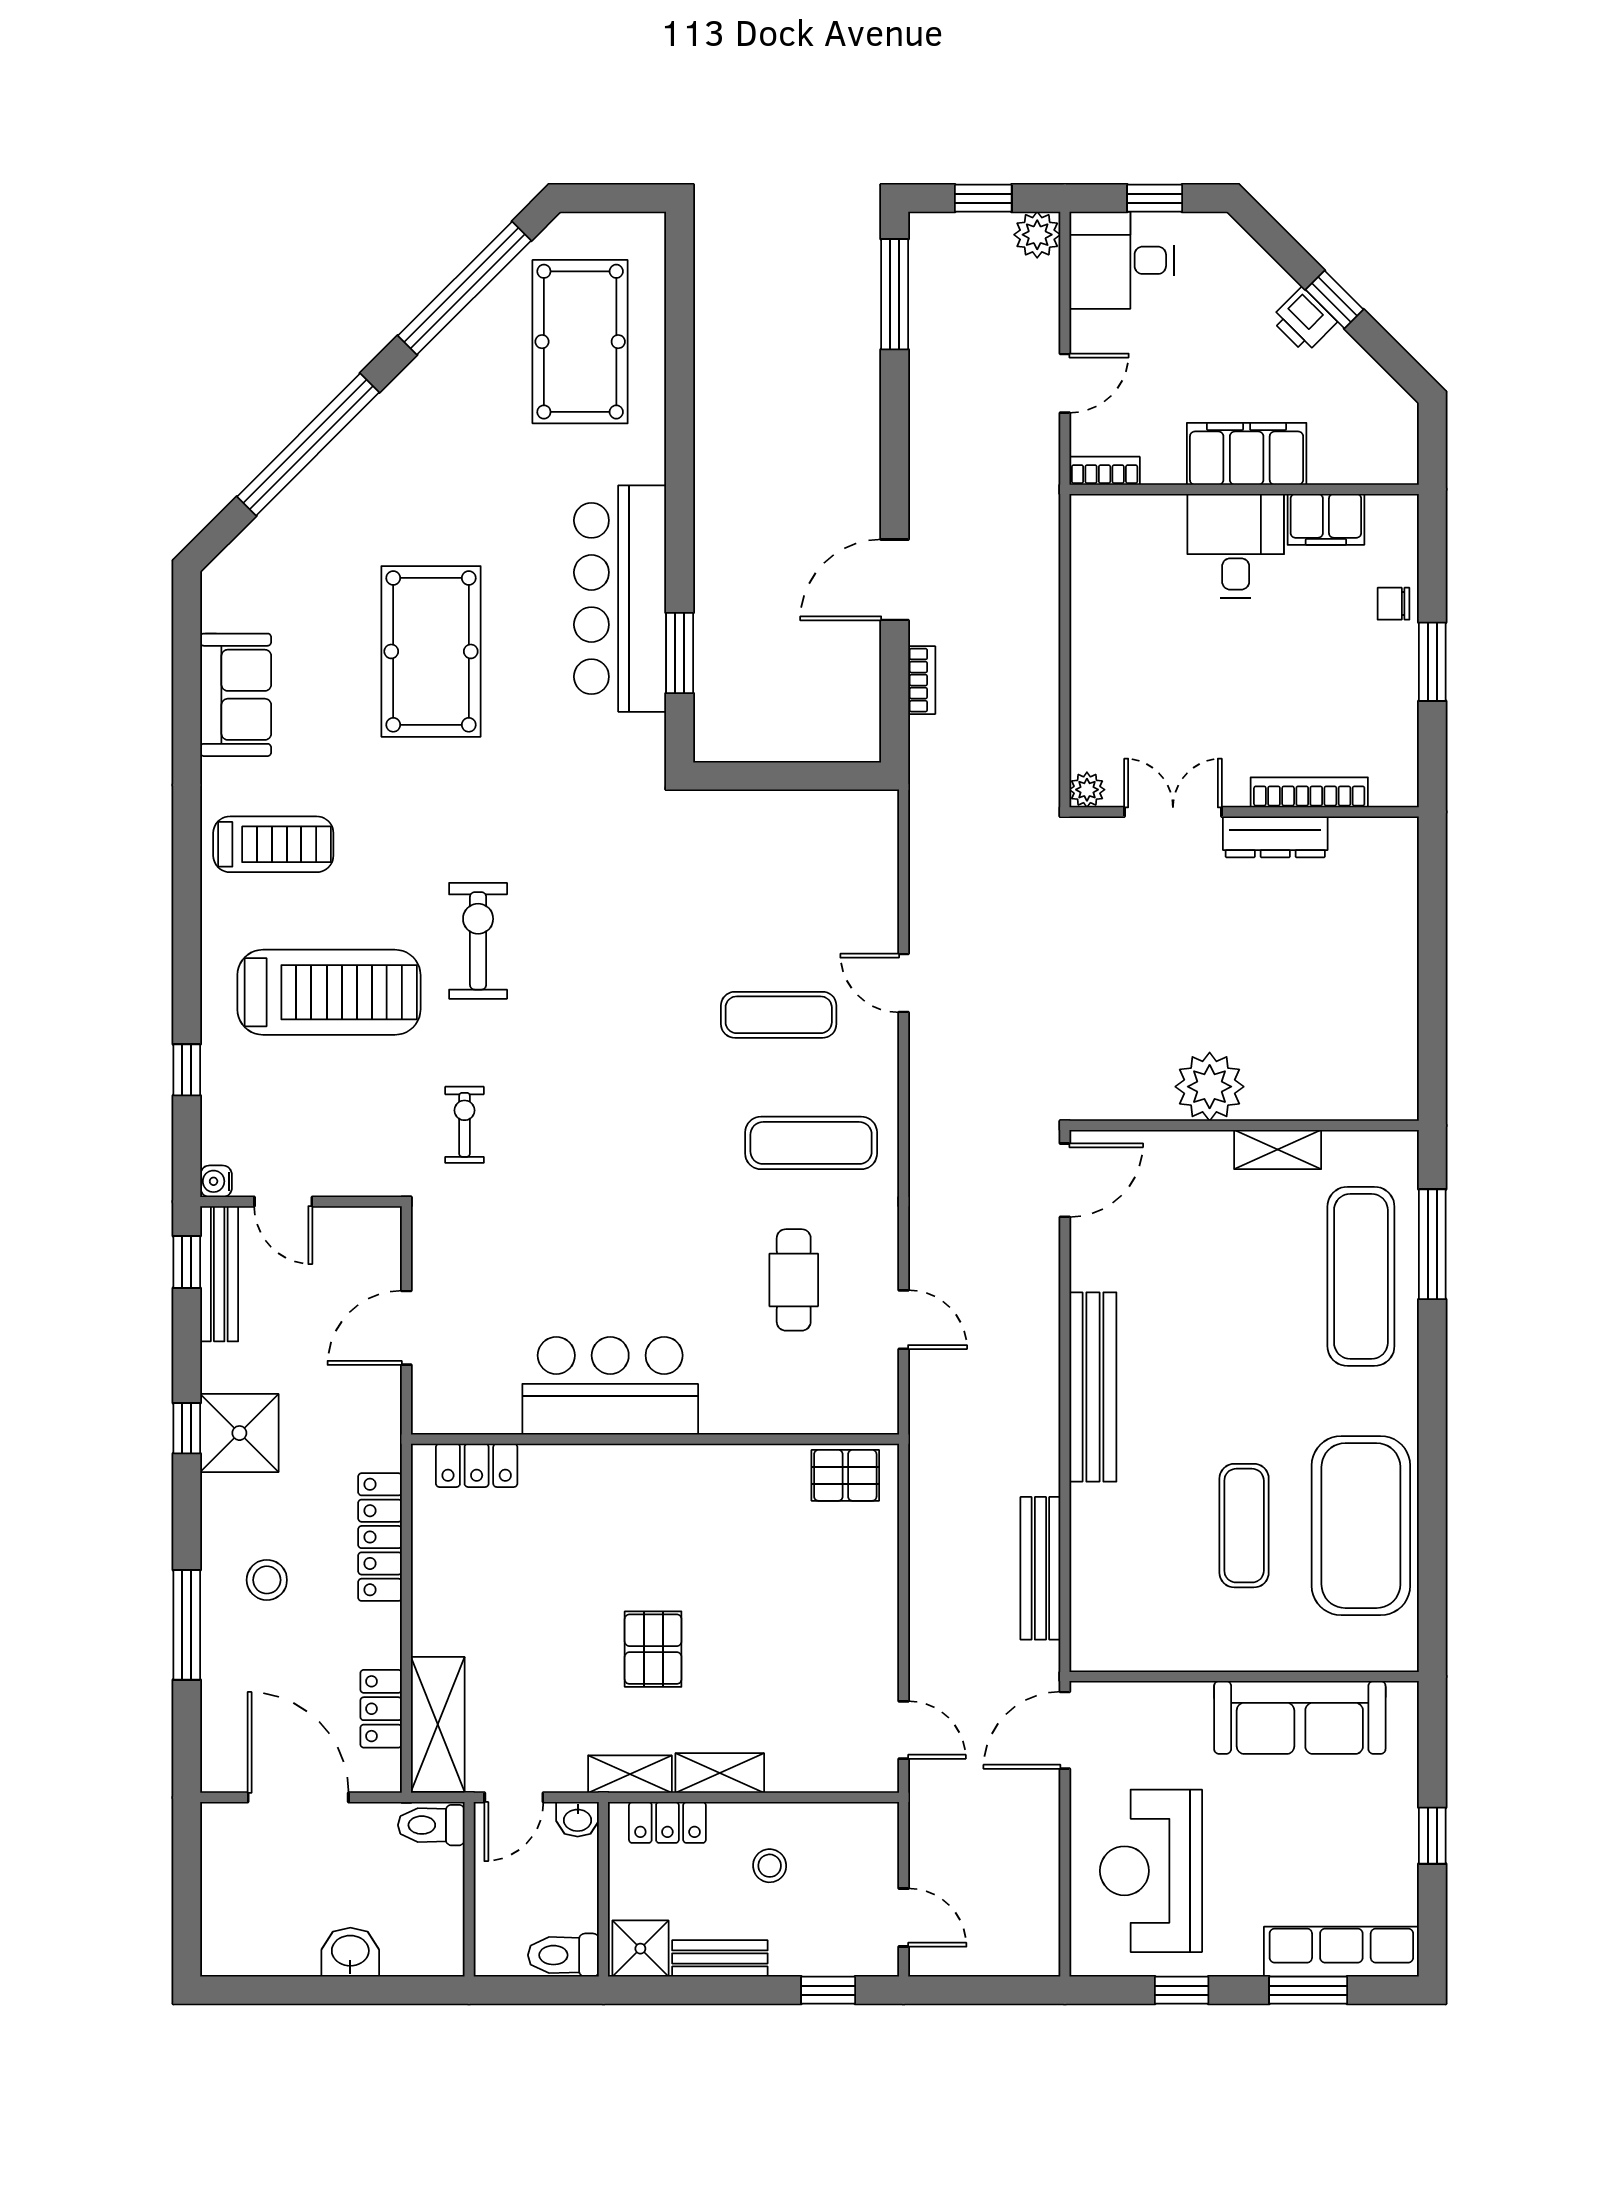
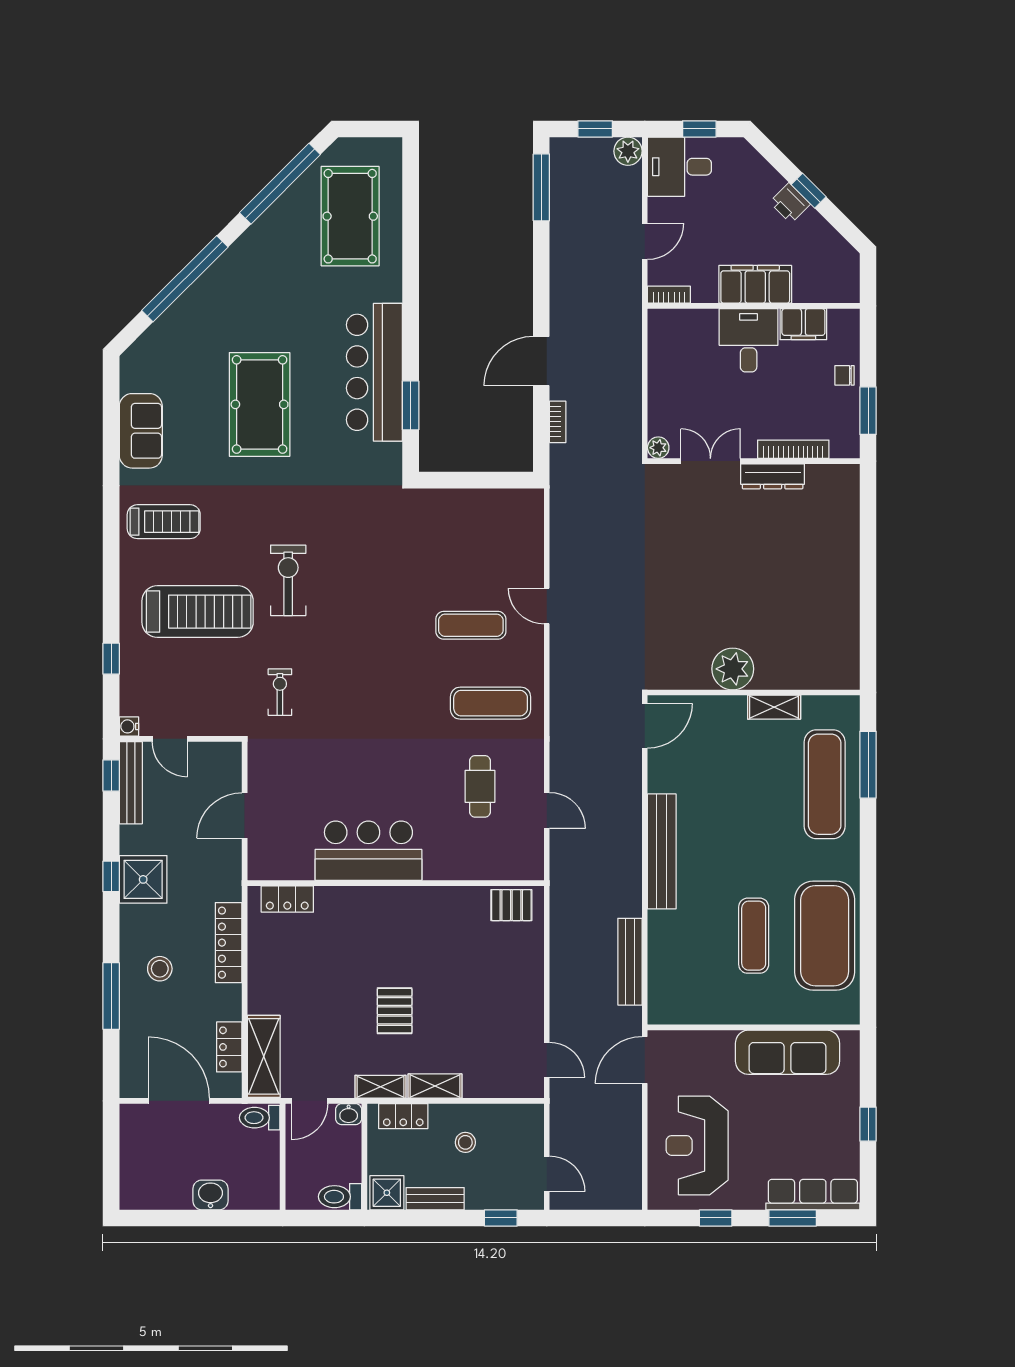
plant: (1087, 790) -> (658, 448), moved
bookcase: (1309, 792) -> (793, 449), moved
double door: (1173, 812) -> (710, 461), moved
wall: (1244, 812) -> (754, 461), moved
dresser: (1275, 837) -> (773, 476), moved

